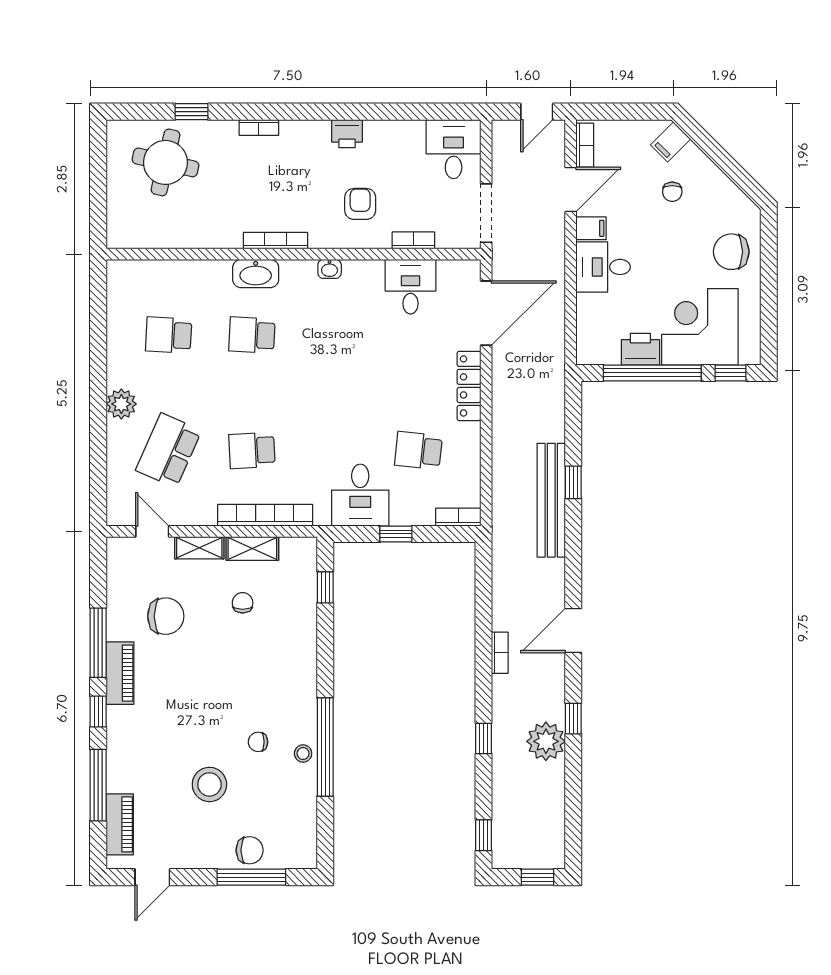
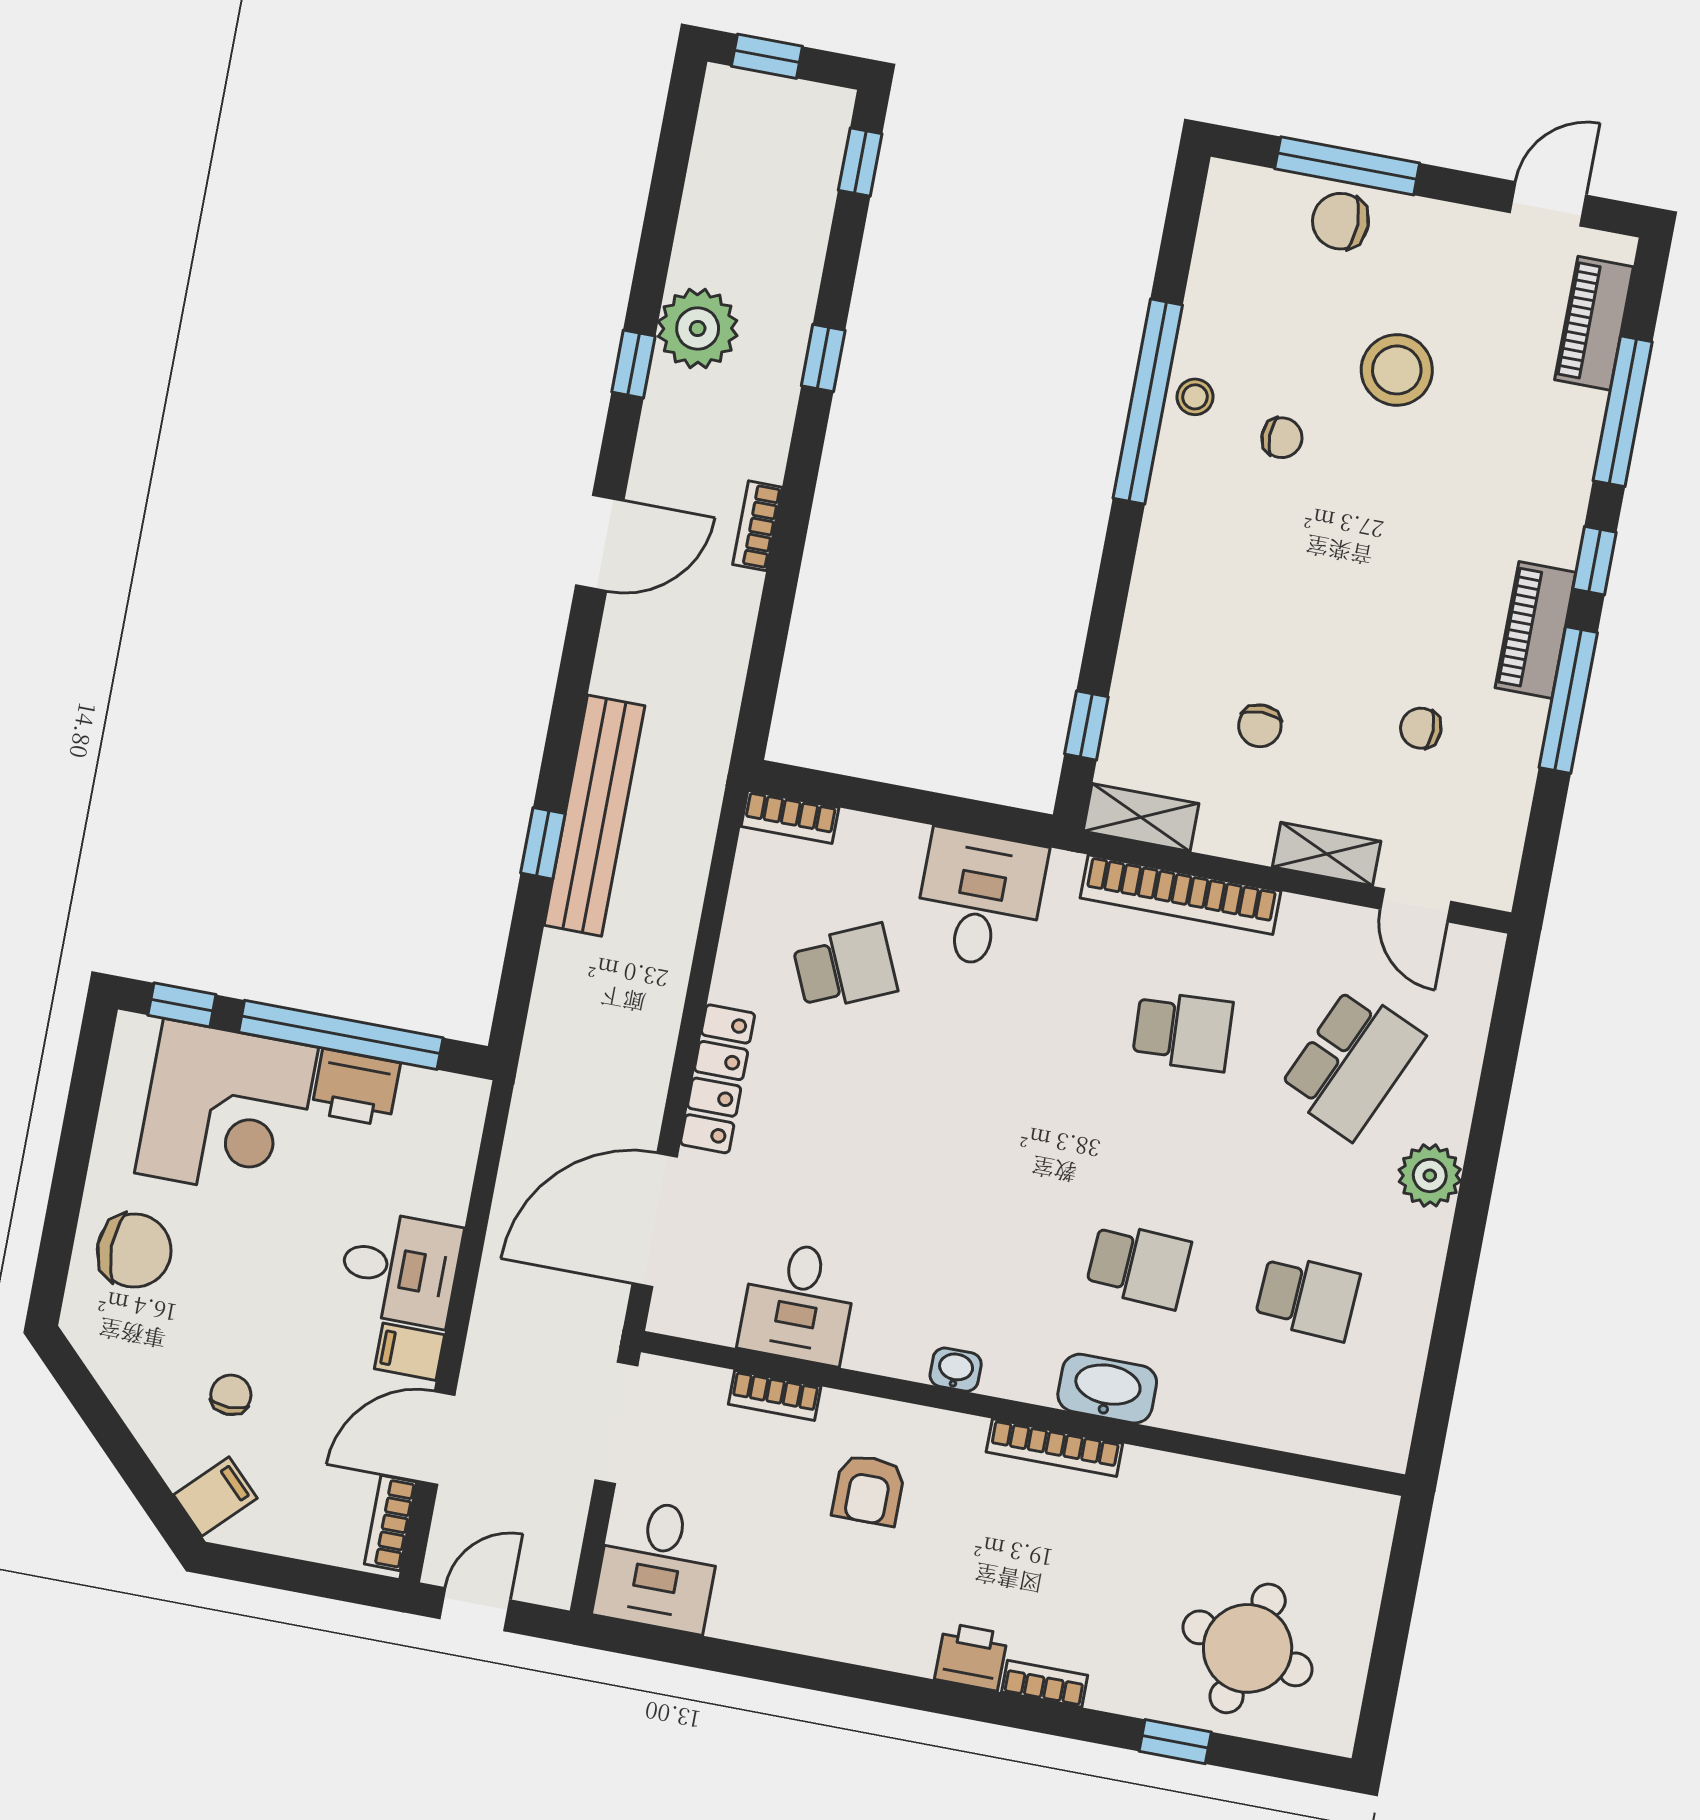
printer: (347, 134) -> (971, 1657), moved
school desk: (418, 450) -> (845, 967), turned -30
window: (396, 534) -> (923, 807), removed
shelving: (252, 548) -> (1141, 817), moved
chair: (166, 616) -> (1421, 728), width x0.54, depth x0.54

